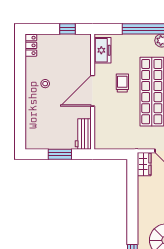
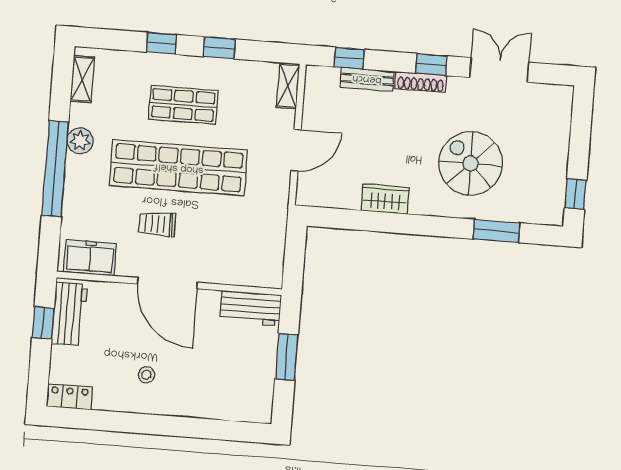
workbench: (73, 42) -> (69, 314), added
wardrobe: (144, 164) -> (385, 199), moved

